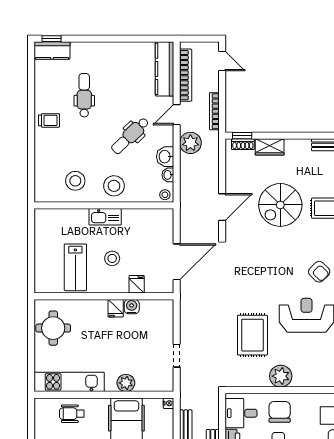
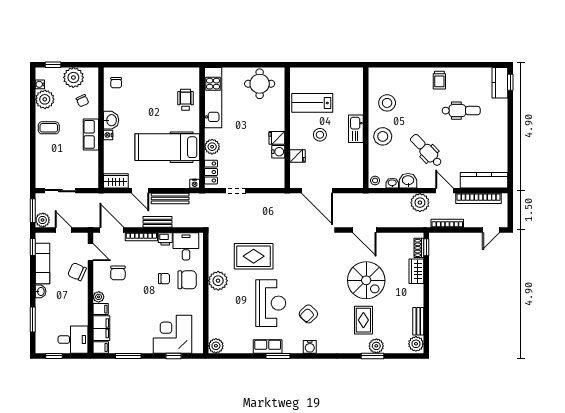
spiral stairs: (280, 205) -> (366, 280), turned 180
locker: (155, 384) -> (211, 172), added

